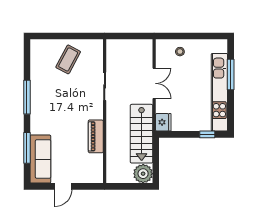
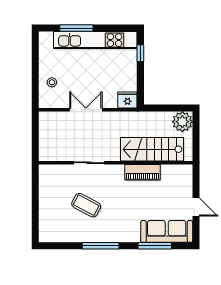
coffee table: (68, 59) -> (86, 205), moved
stairs: (142, 134) -> (152, 149), moved, turned 180

